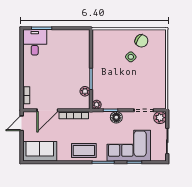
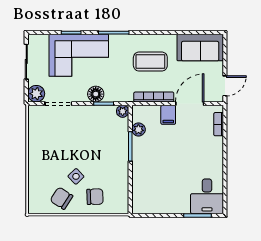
chair: (117, 42) -> (95, 197), added
filing cabinet: (63, 102) -> (168, 115), added
coffee table: (84, 151) -> (150, 62), moved

